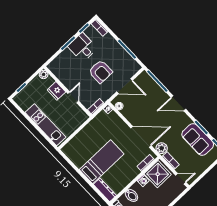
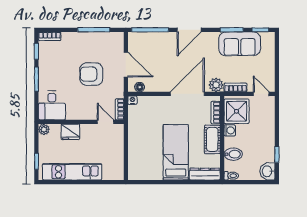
desk: (82, 47) -> (52, 105), moved, turned -90
armchair: (100, 72) -> (91, 74), turned 180
door: (125, 86) -> (126, 65), hinge flipped
door: (73, 97) -> (105, 122), moved
kitchen unit: (46, 125) -> (72, 172), moved
cot: (129, 175) -> (212, 139), added
door: (181, 179) -> (261, 94), hinge flipped

